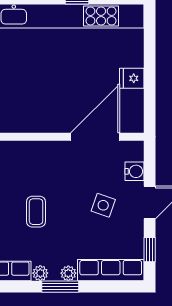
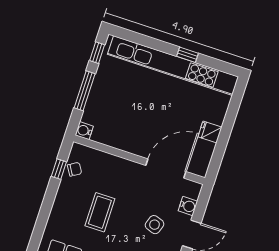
coffee table: (36, 212) -> (100, 212), width x1.36, depth x1.30

